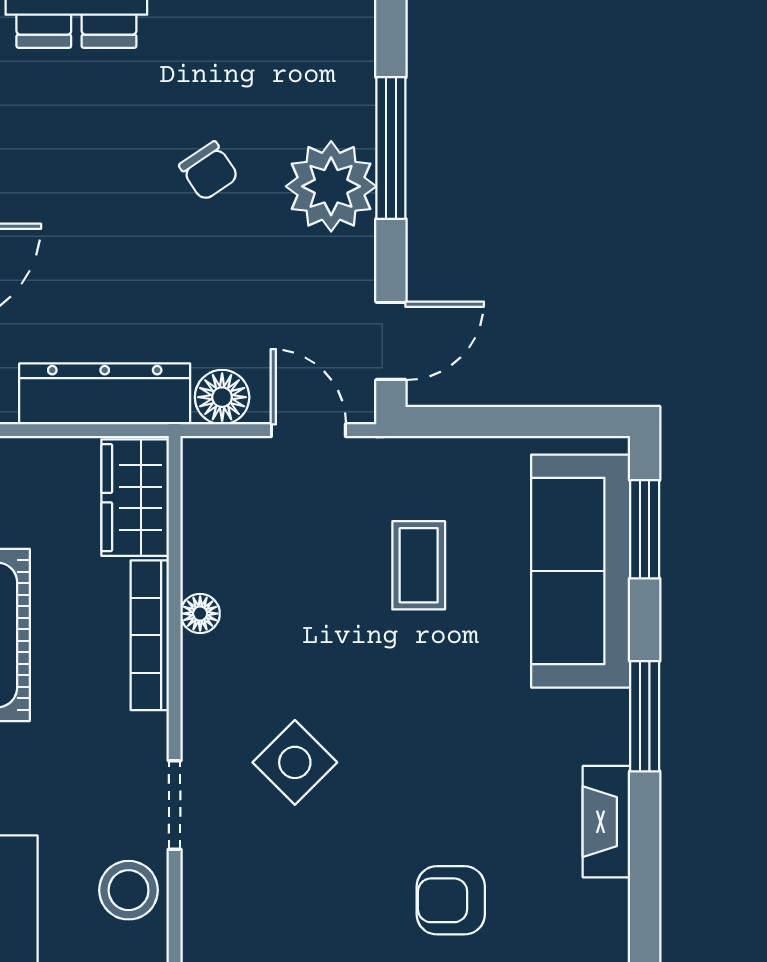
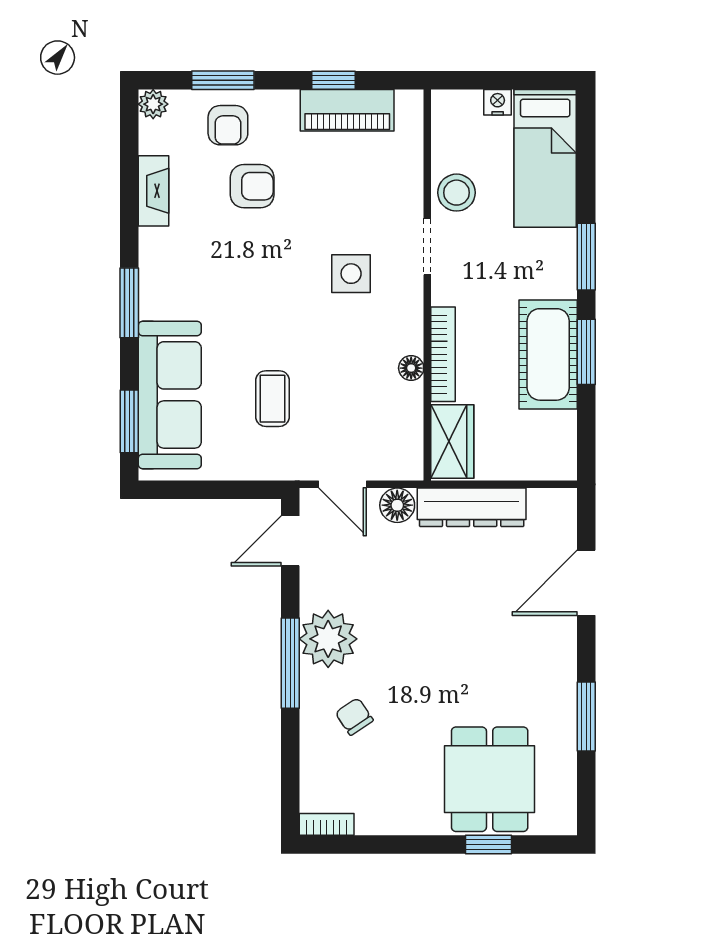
chair: (209, 171) -> (354, 717), moved
side table: (295, 762) -> (351, 274), turned 45
fireplace: (606, 822) -> (153, 191), moved

